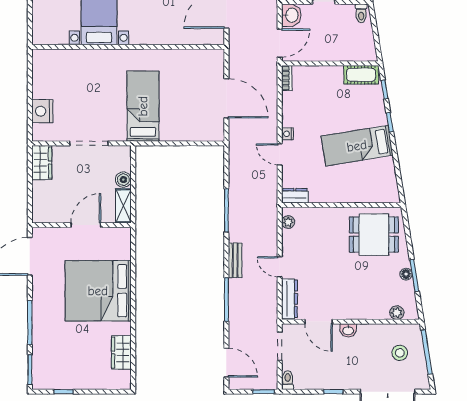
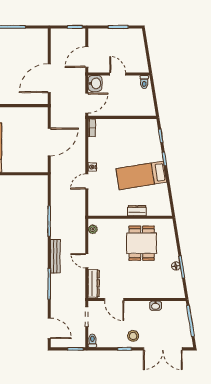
cot: (361, 75) -> (144, 125), removed
door: (226, 98) -> (49, 142), hinge flipped
door: (280, 154) -> (87, 181), hinge flipped
dresser: (295, 196) -> (137, 211), moved
dining table: (374, 235) -> (142, 243), moved, turned 90
bench: (235, 260) -> (55, 256), width x1.36
plant: (397, 313) -> (169, 293), removed
washbasin: (348, 330) -> (156, 306), moved
stool: (400, 353) -> (133, 336), moved

